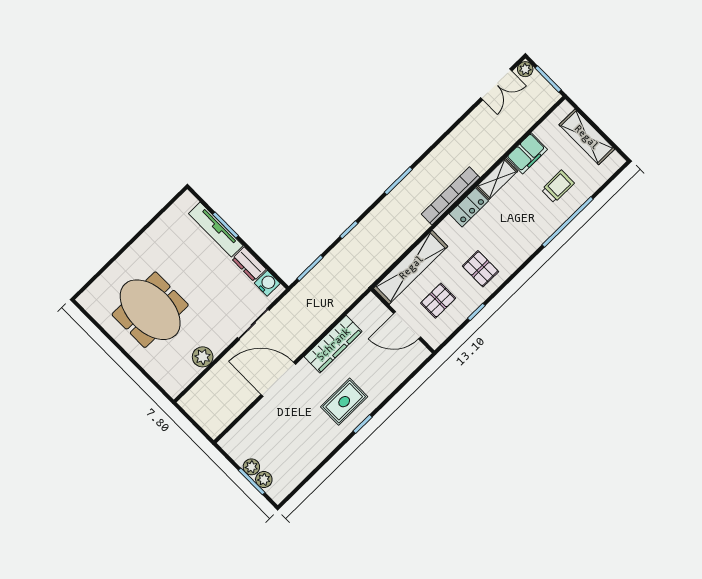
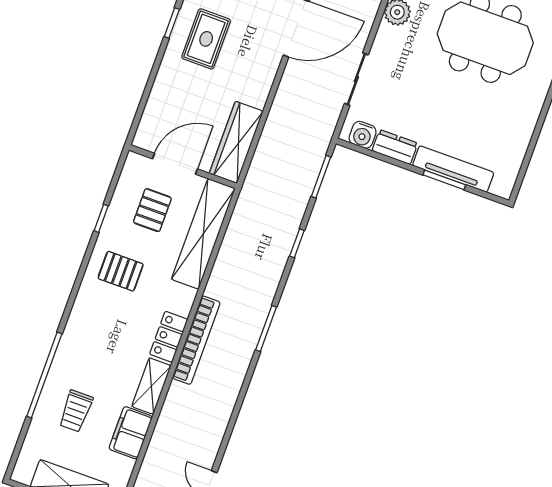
wardrobe: (333, 344) -> (236, 142), moved

